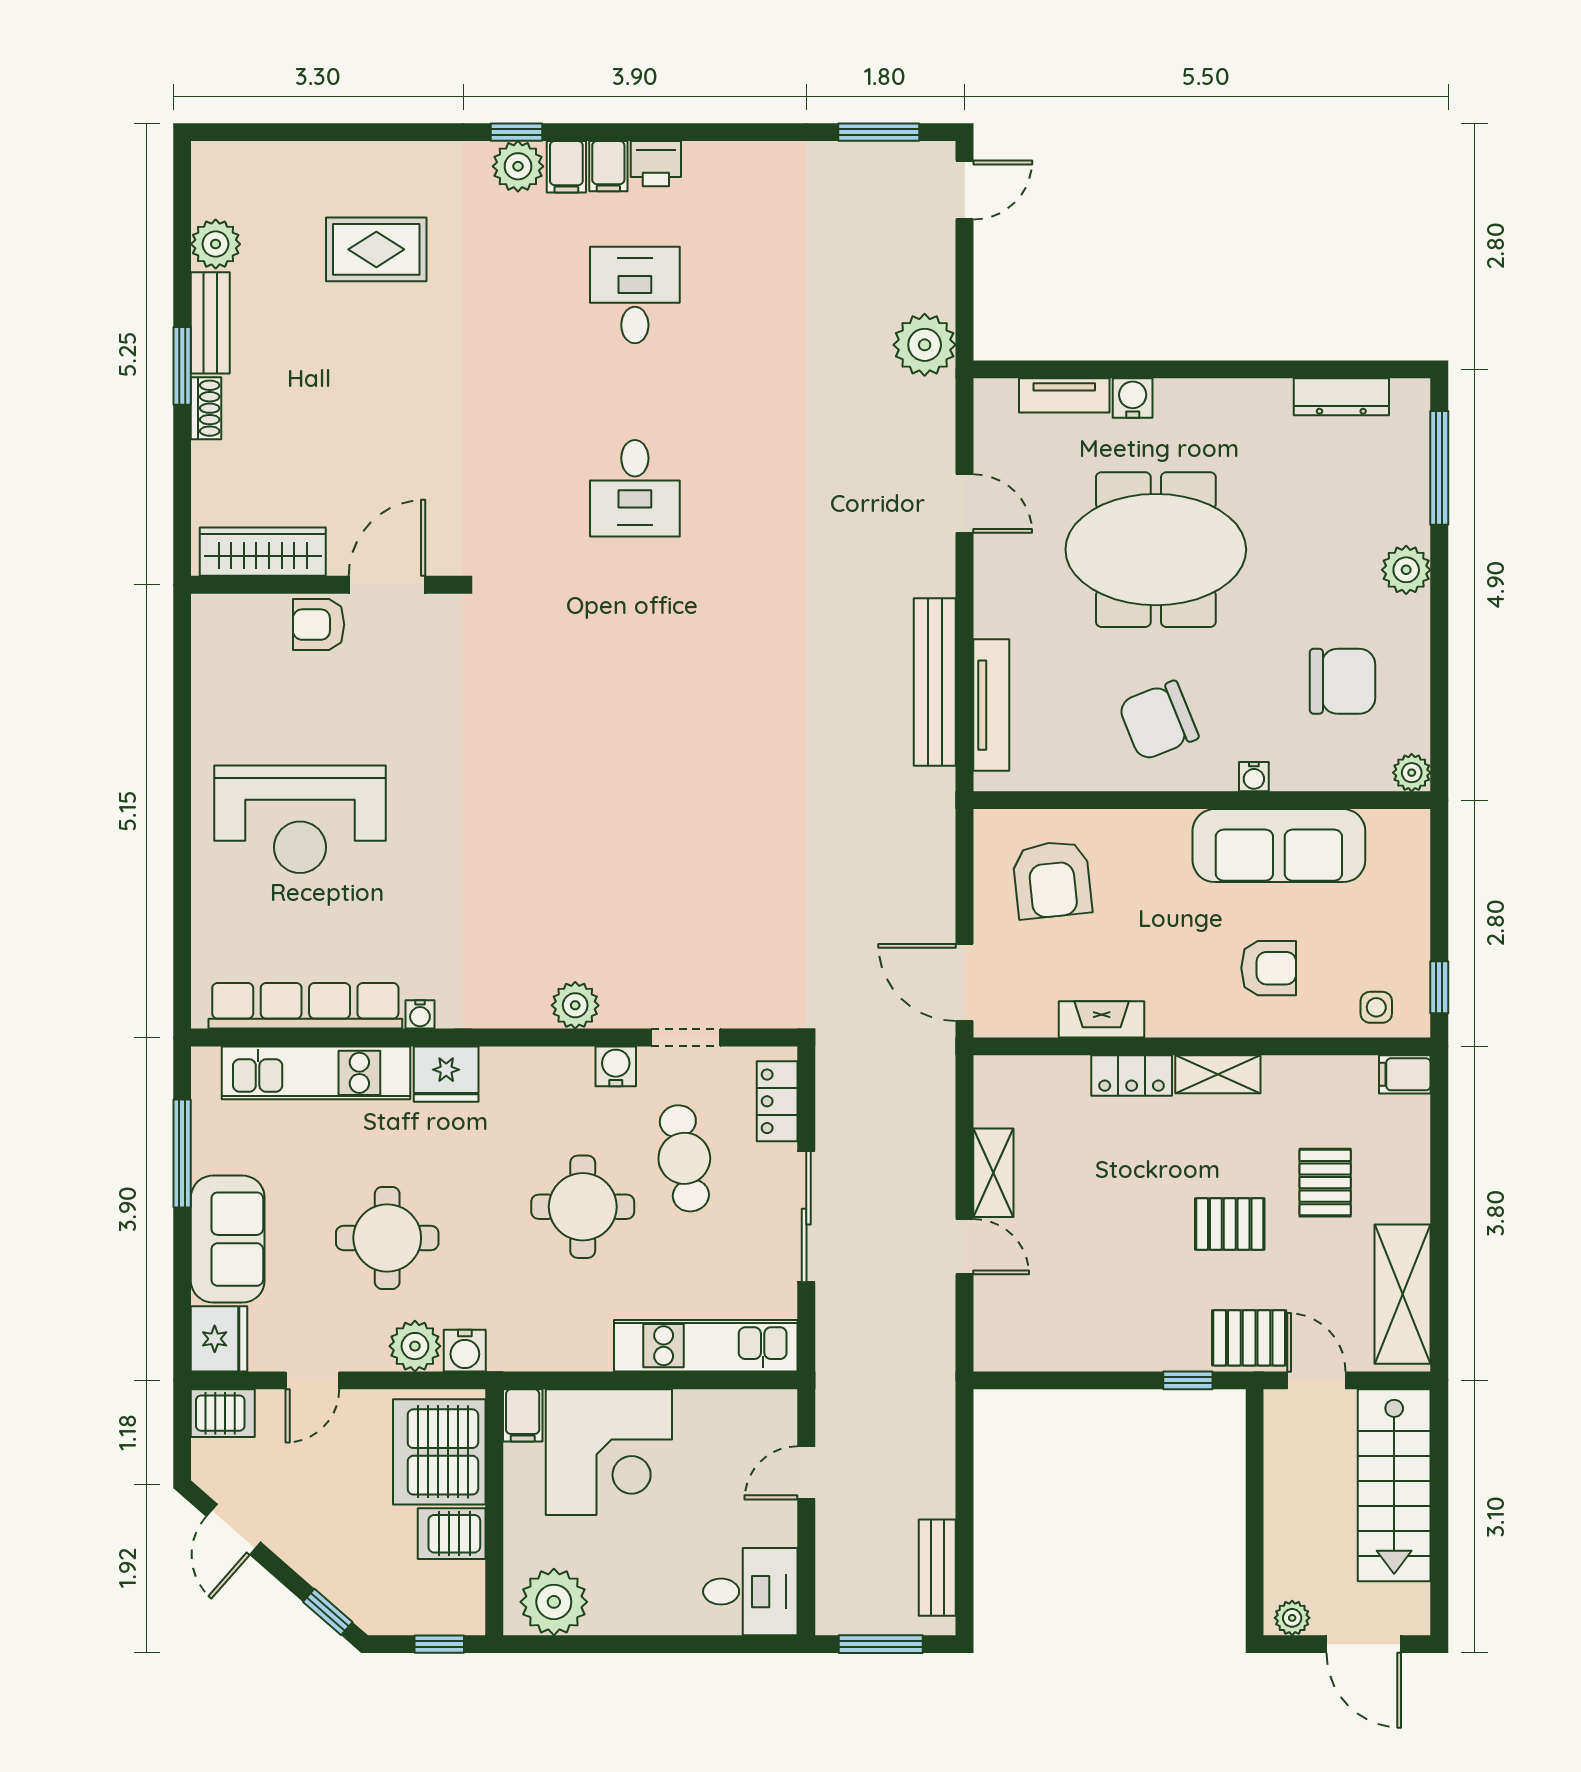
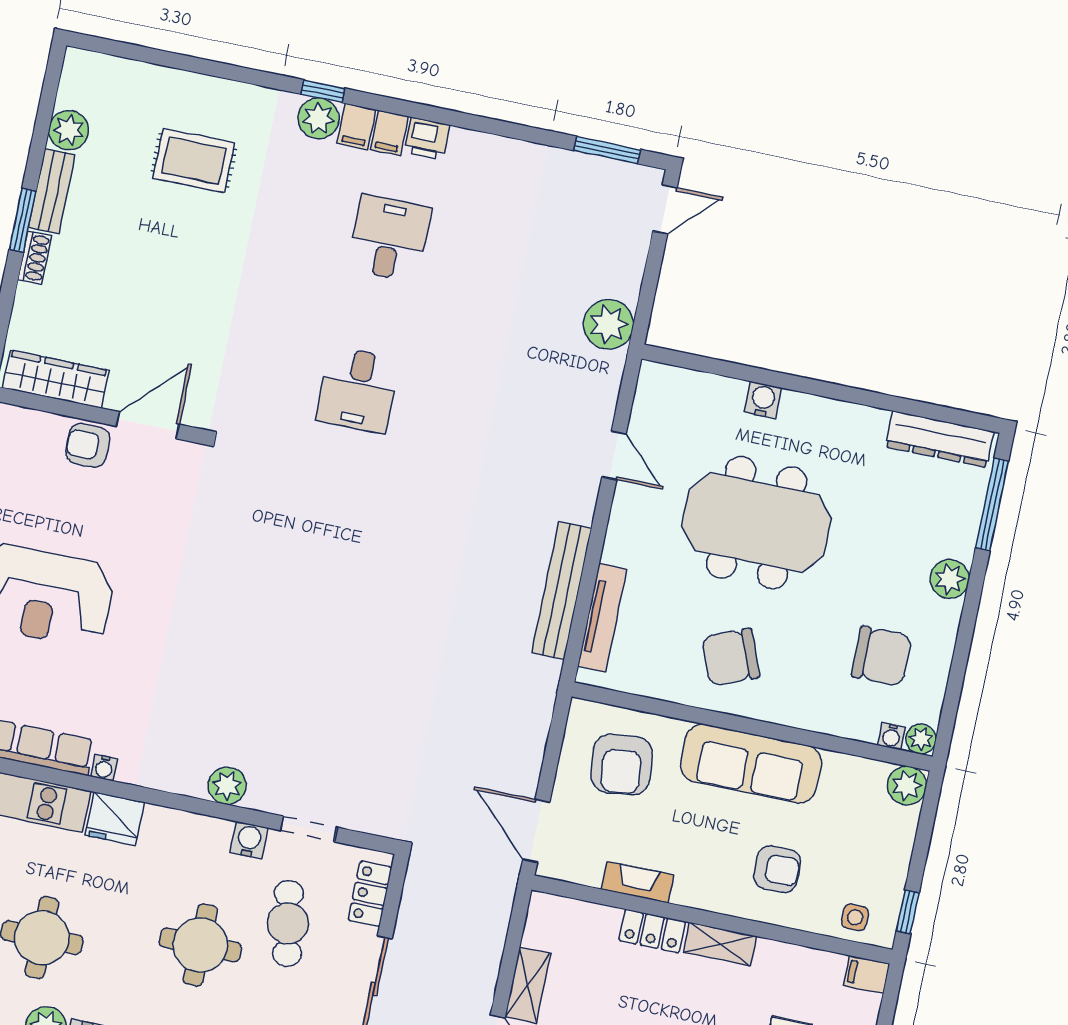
tv unit: (1064, 395) -> (710, 387), removed
dresser: (1341, 397) -> (940, 439), width x1.37, depth x1.24
water cooler: (1254, 777) -> (891, 736), moved
plant: (1406, 833) -> (907, 786), added
sofa: (1279, 846) -> (751, 763), moved

